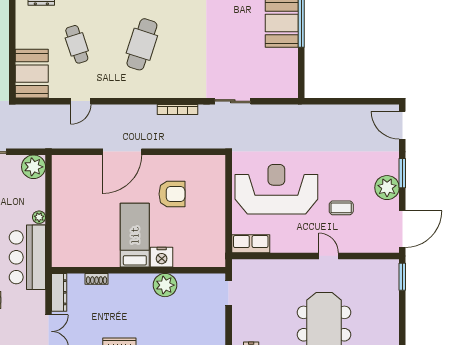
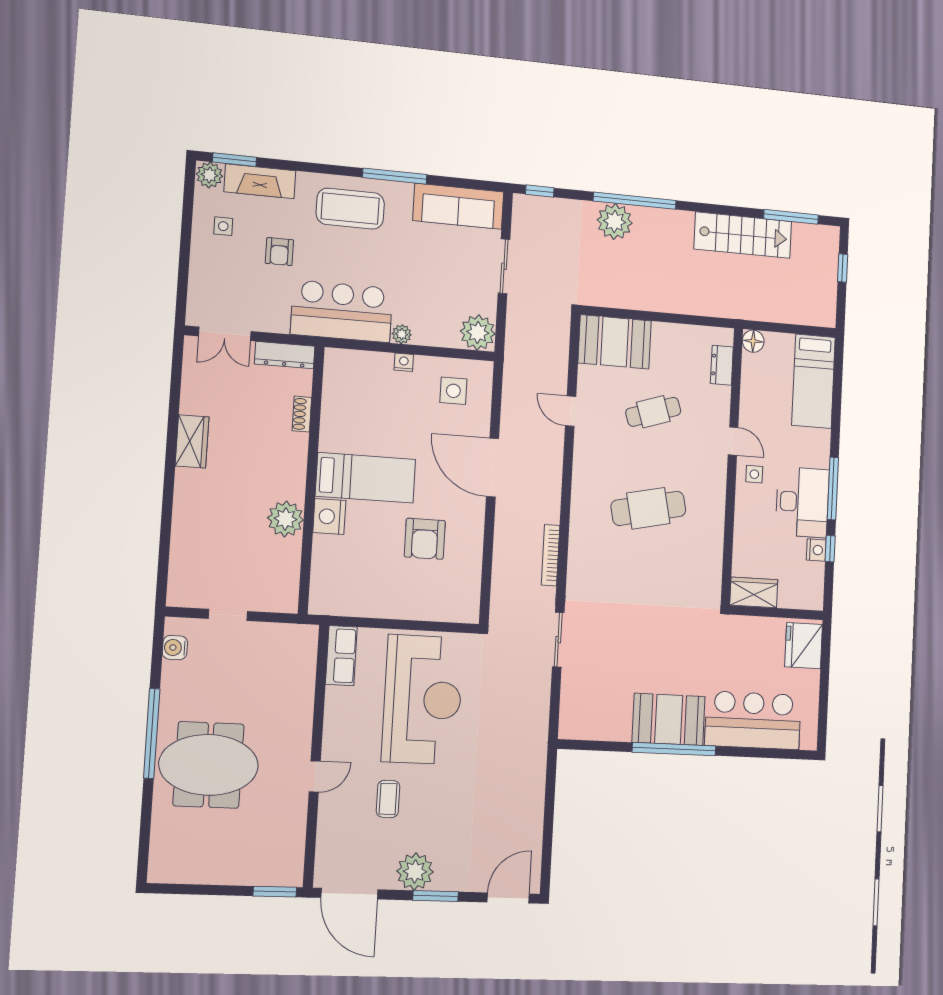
cafe table: (142, 44) -> (648, 508), turned -30
side table: (74, 181) -> (453, 391), added
nightstand: (57, 215) -> (404, 362), added
doorway: (229, 293) -> (228, 615), moved

